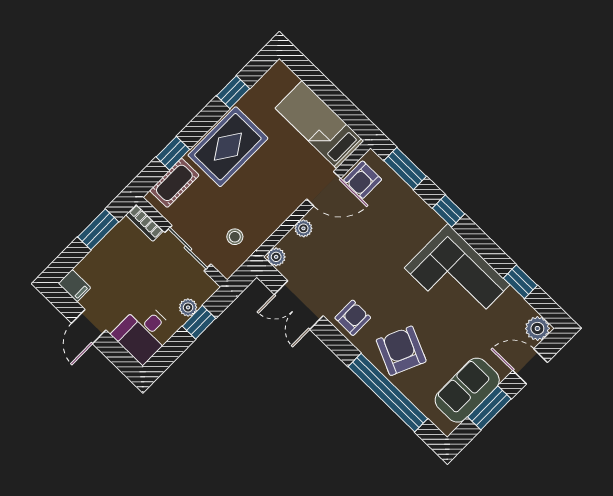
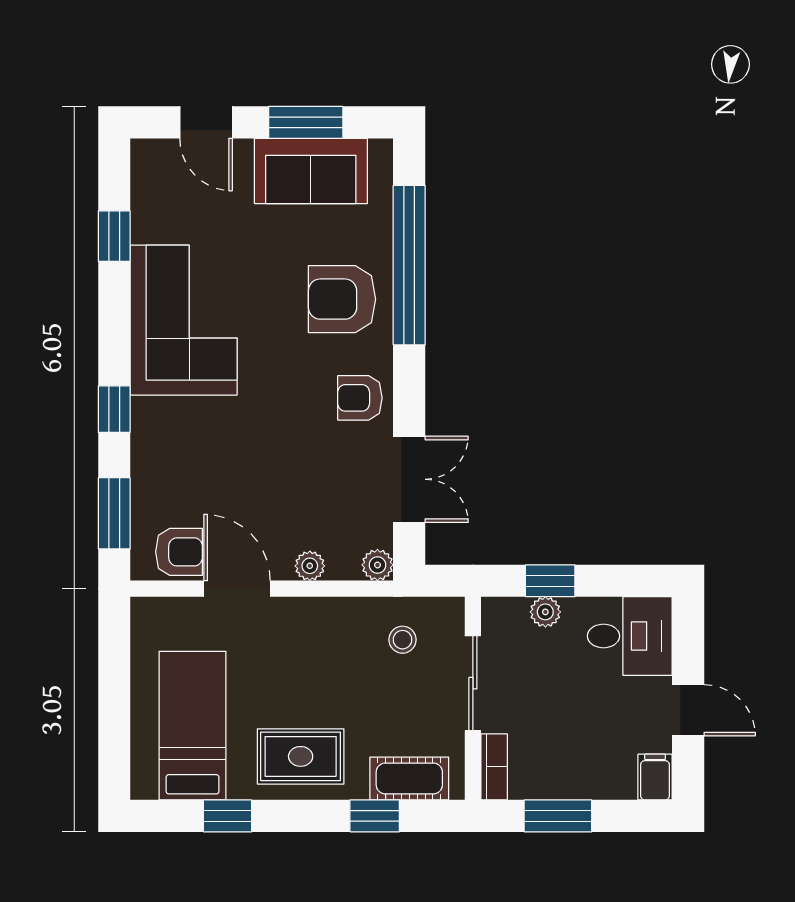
bed: (319, 125) -> (193, 726), moved, turned 180
rug: (228, 147) -> (301, 756), width x0.73, depth x0.70
door: (89, 327) -> (688, 710), hinge flipped
plant: (537, 328) -> (151, 159), removed
armchair: (401, 351) -> (342, 299), turned 66

